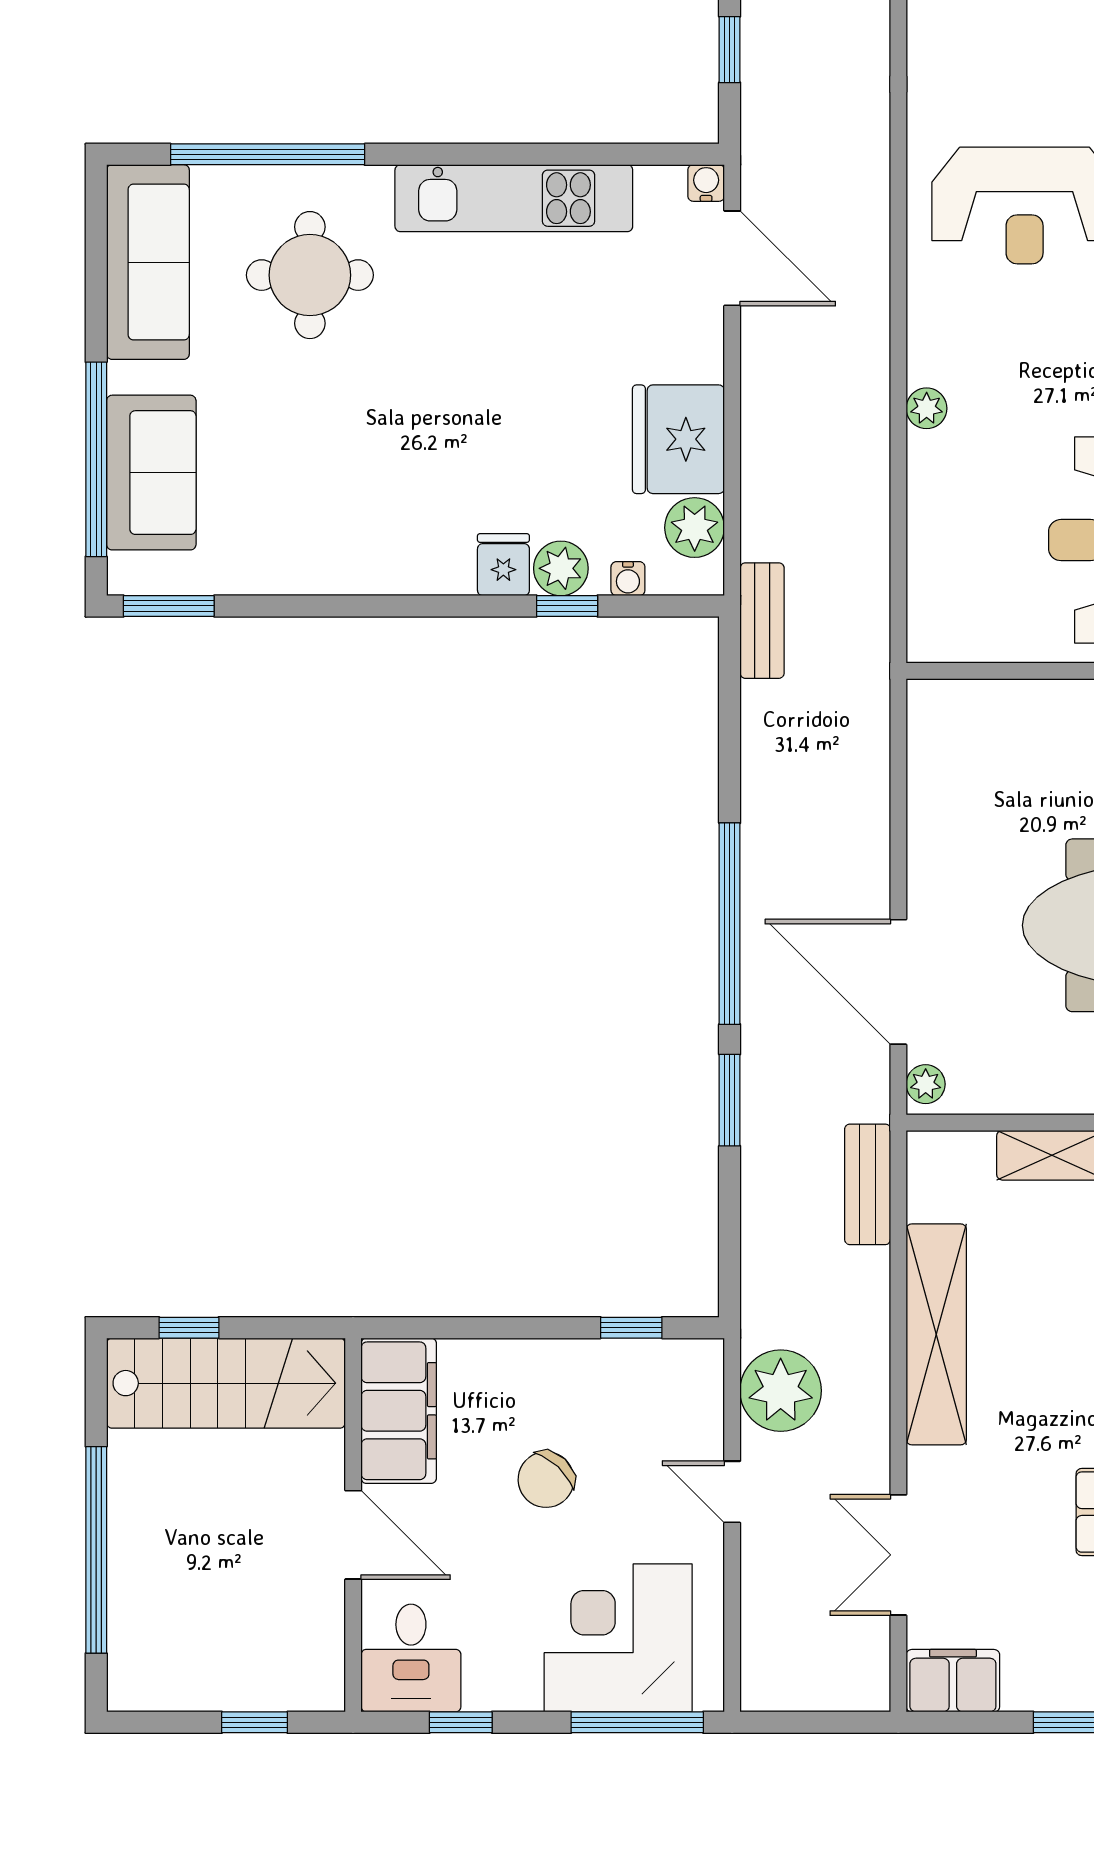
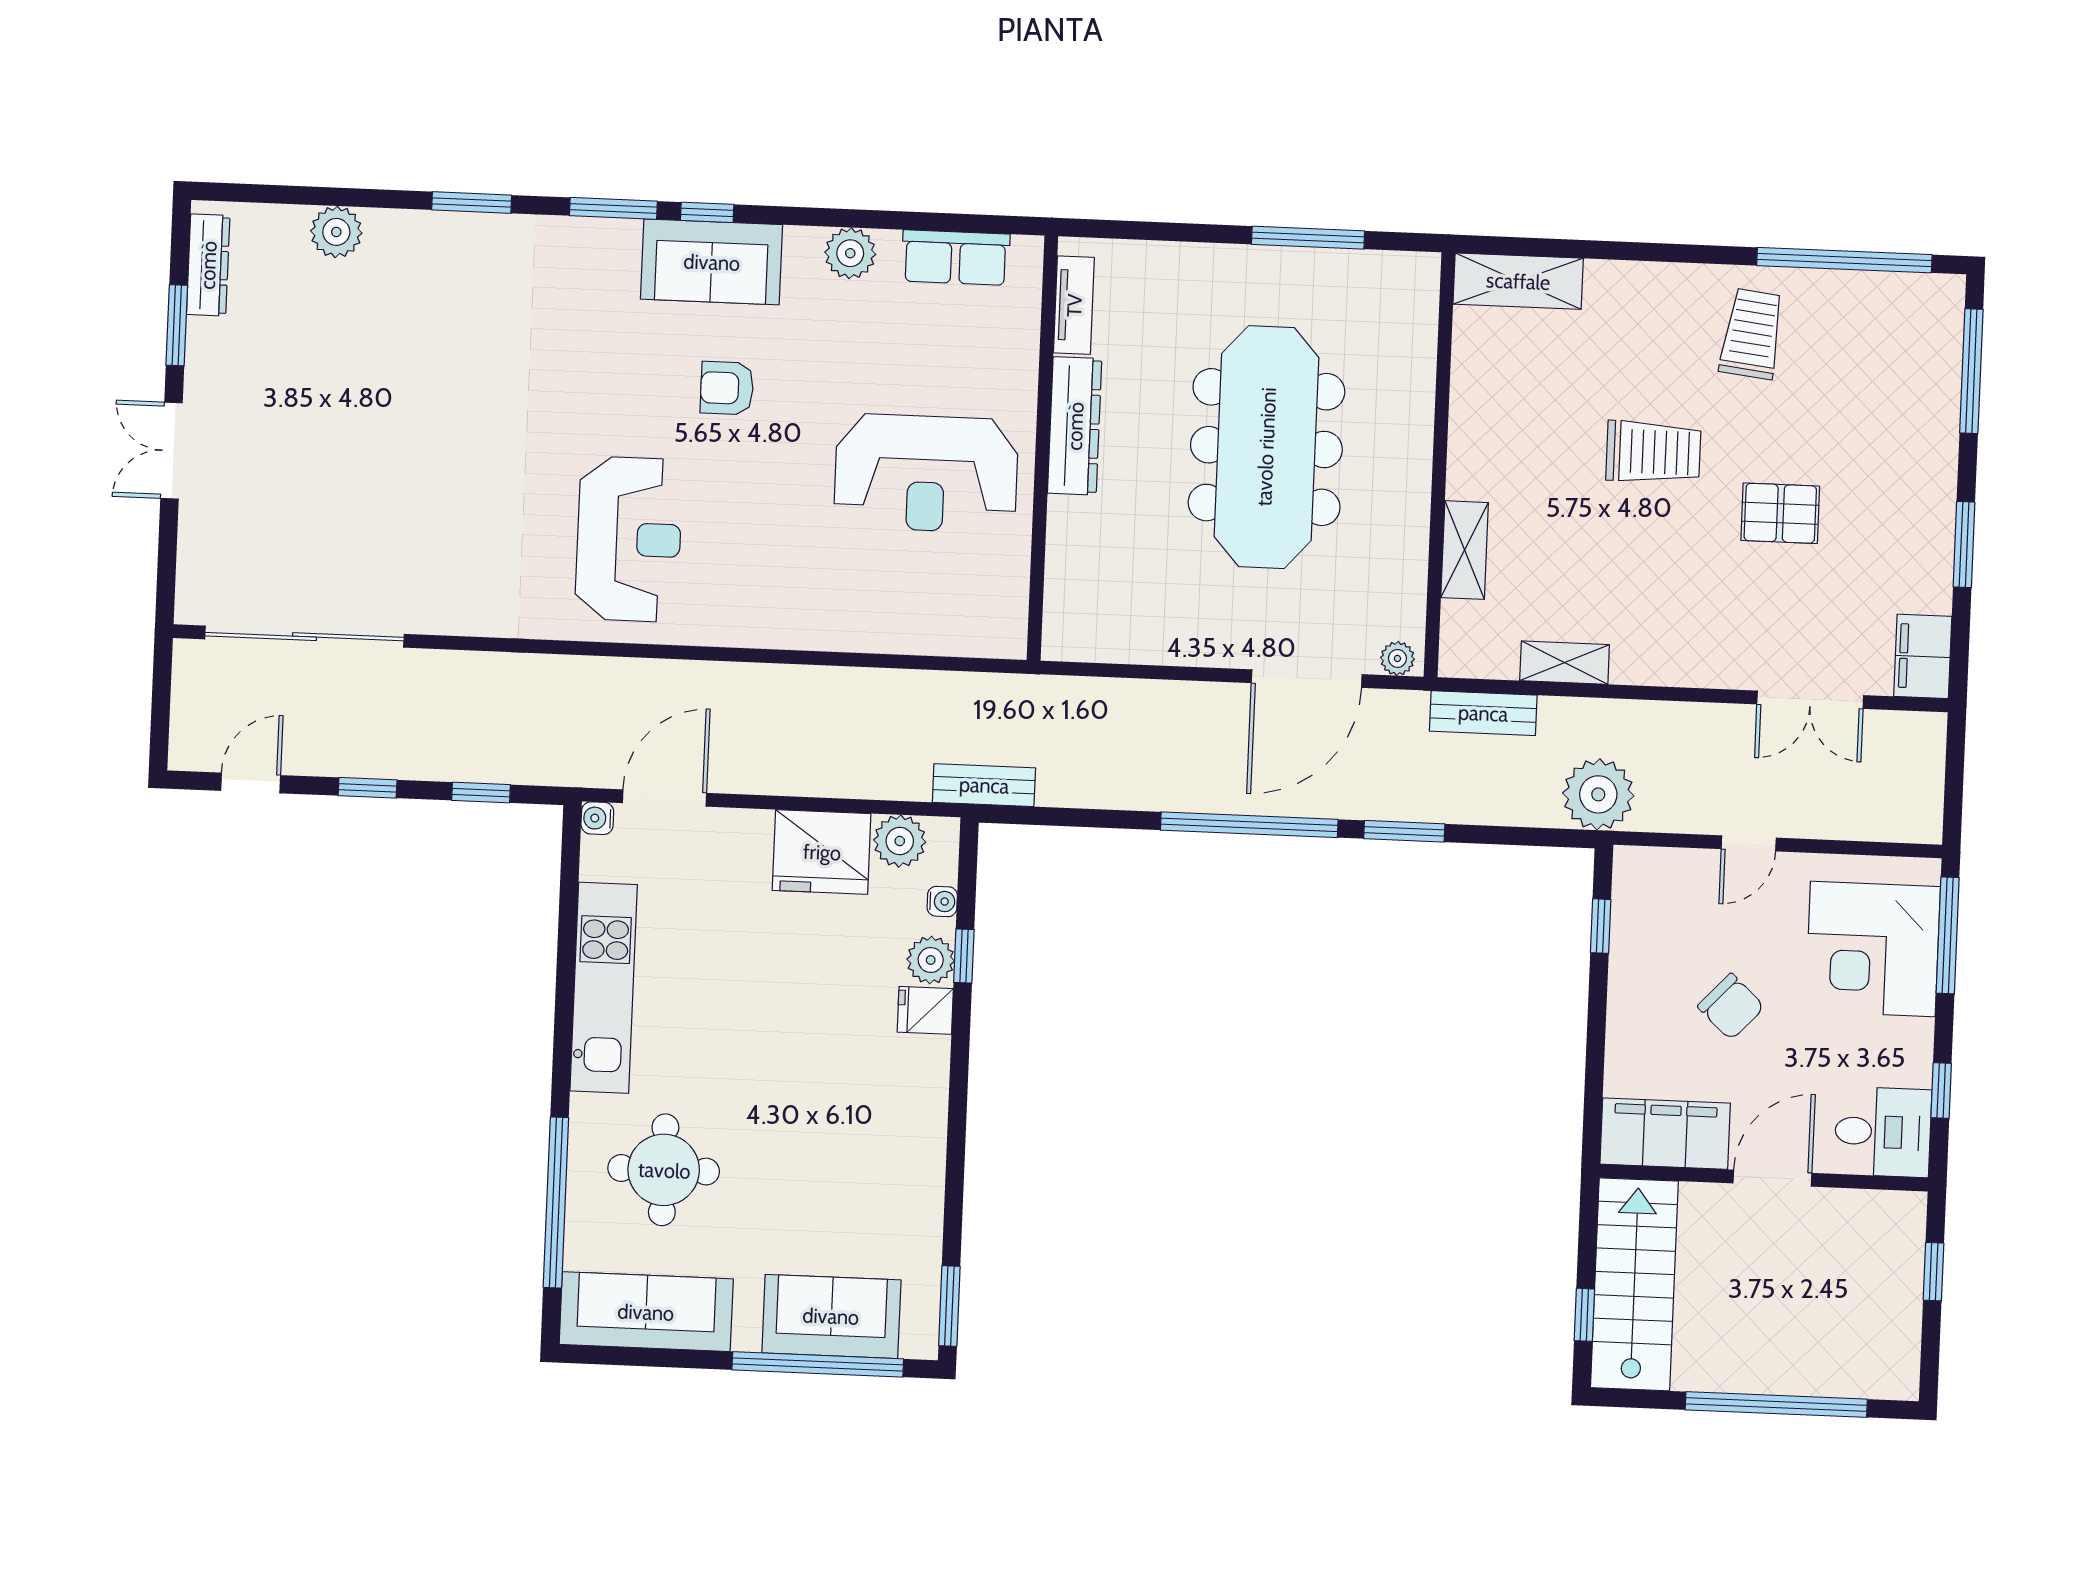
plant: (927, 408) -> (804, 633), removed
shelving: (936, 1334) -> (1565, 663), width x0.45, depth x0.75
plant: (781, 1391) -> (1598, 794), moved

